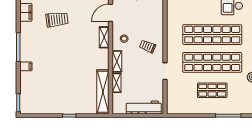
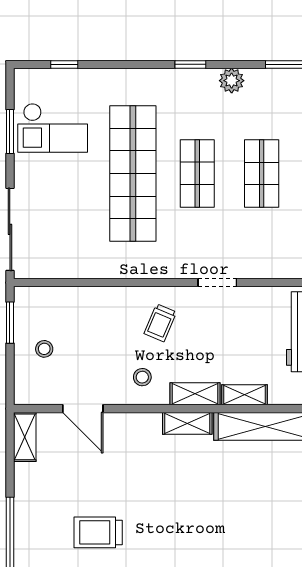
trolley: (57, 19) -> (98, 532), turned -83
shelving: (104, 37) -> (187, 423), moved
shop shelf: (212, 62) -> (197, 174), width x0.50, depth x0.74

